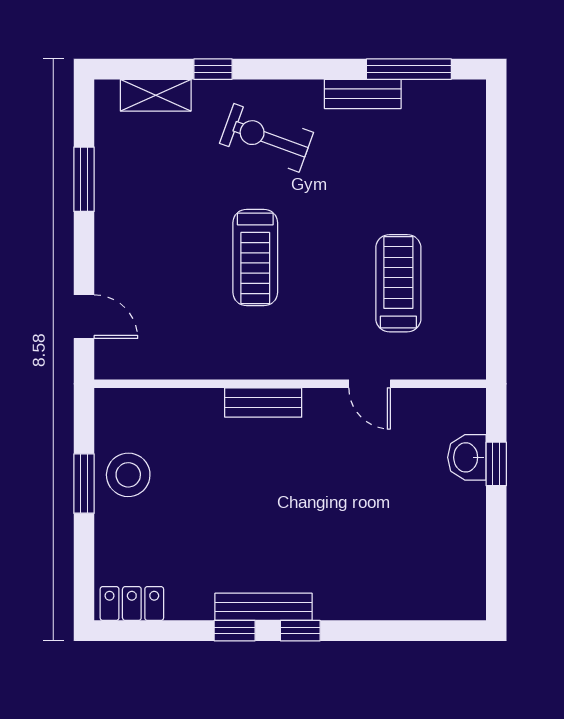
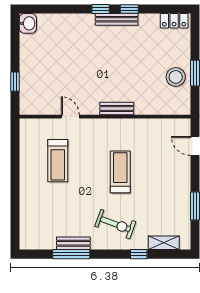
window: (409, 69) -> (71, 254), moved
washbasin: (467, 457) -> (28, 23), moved

